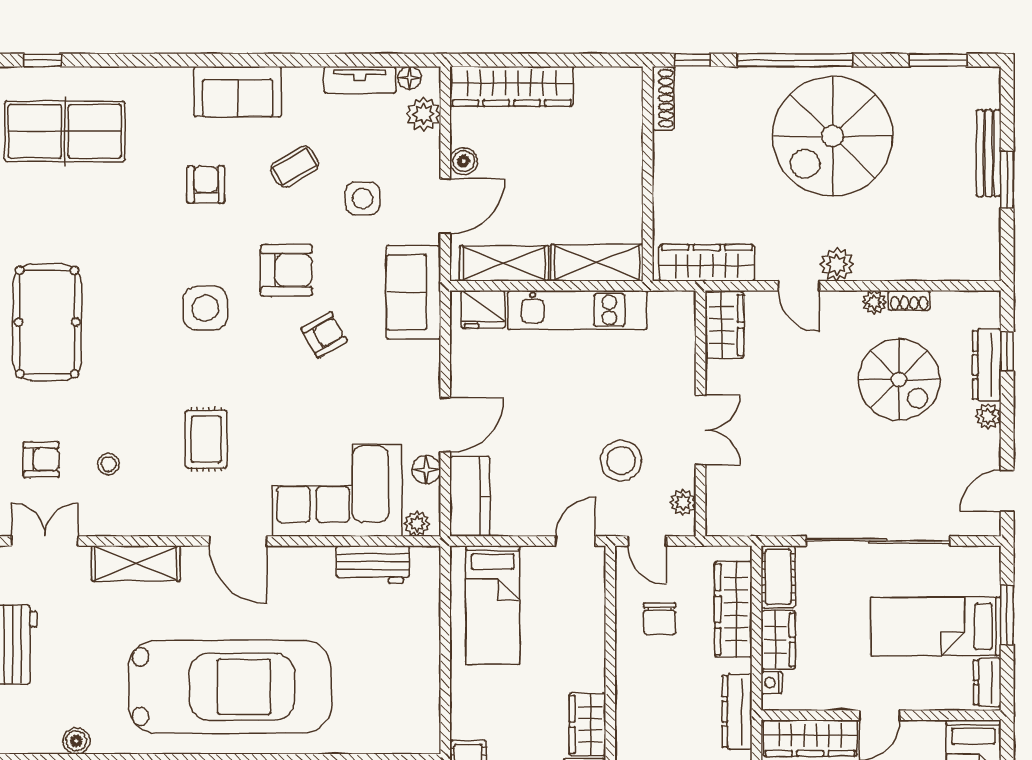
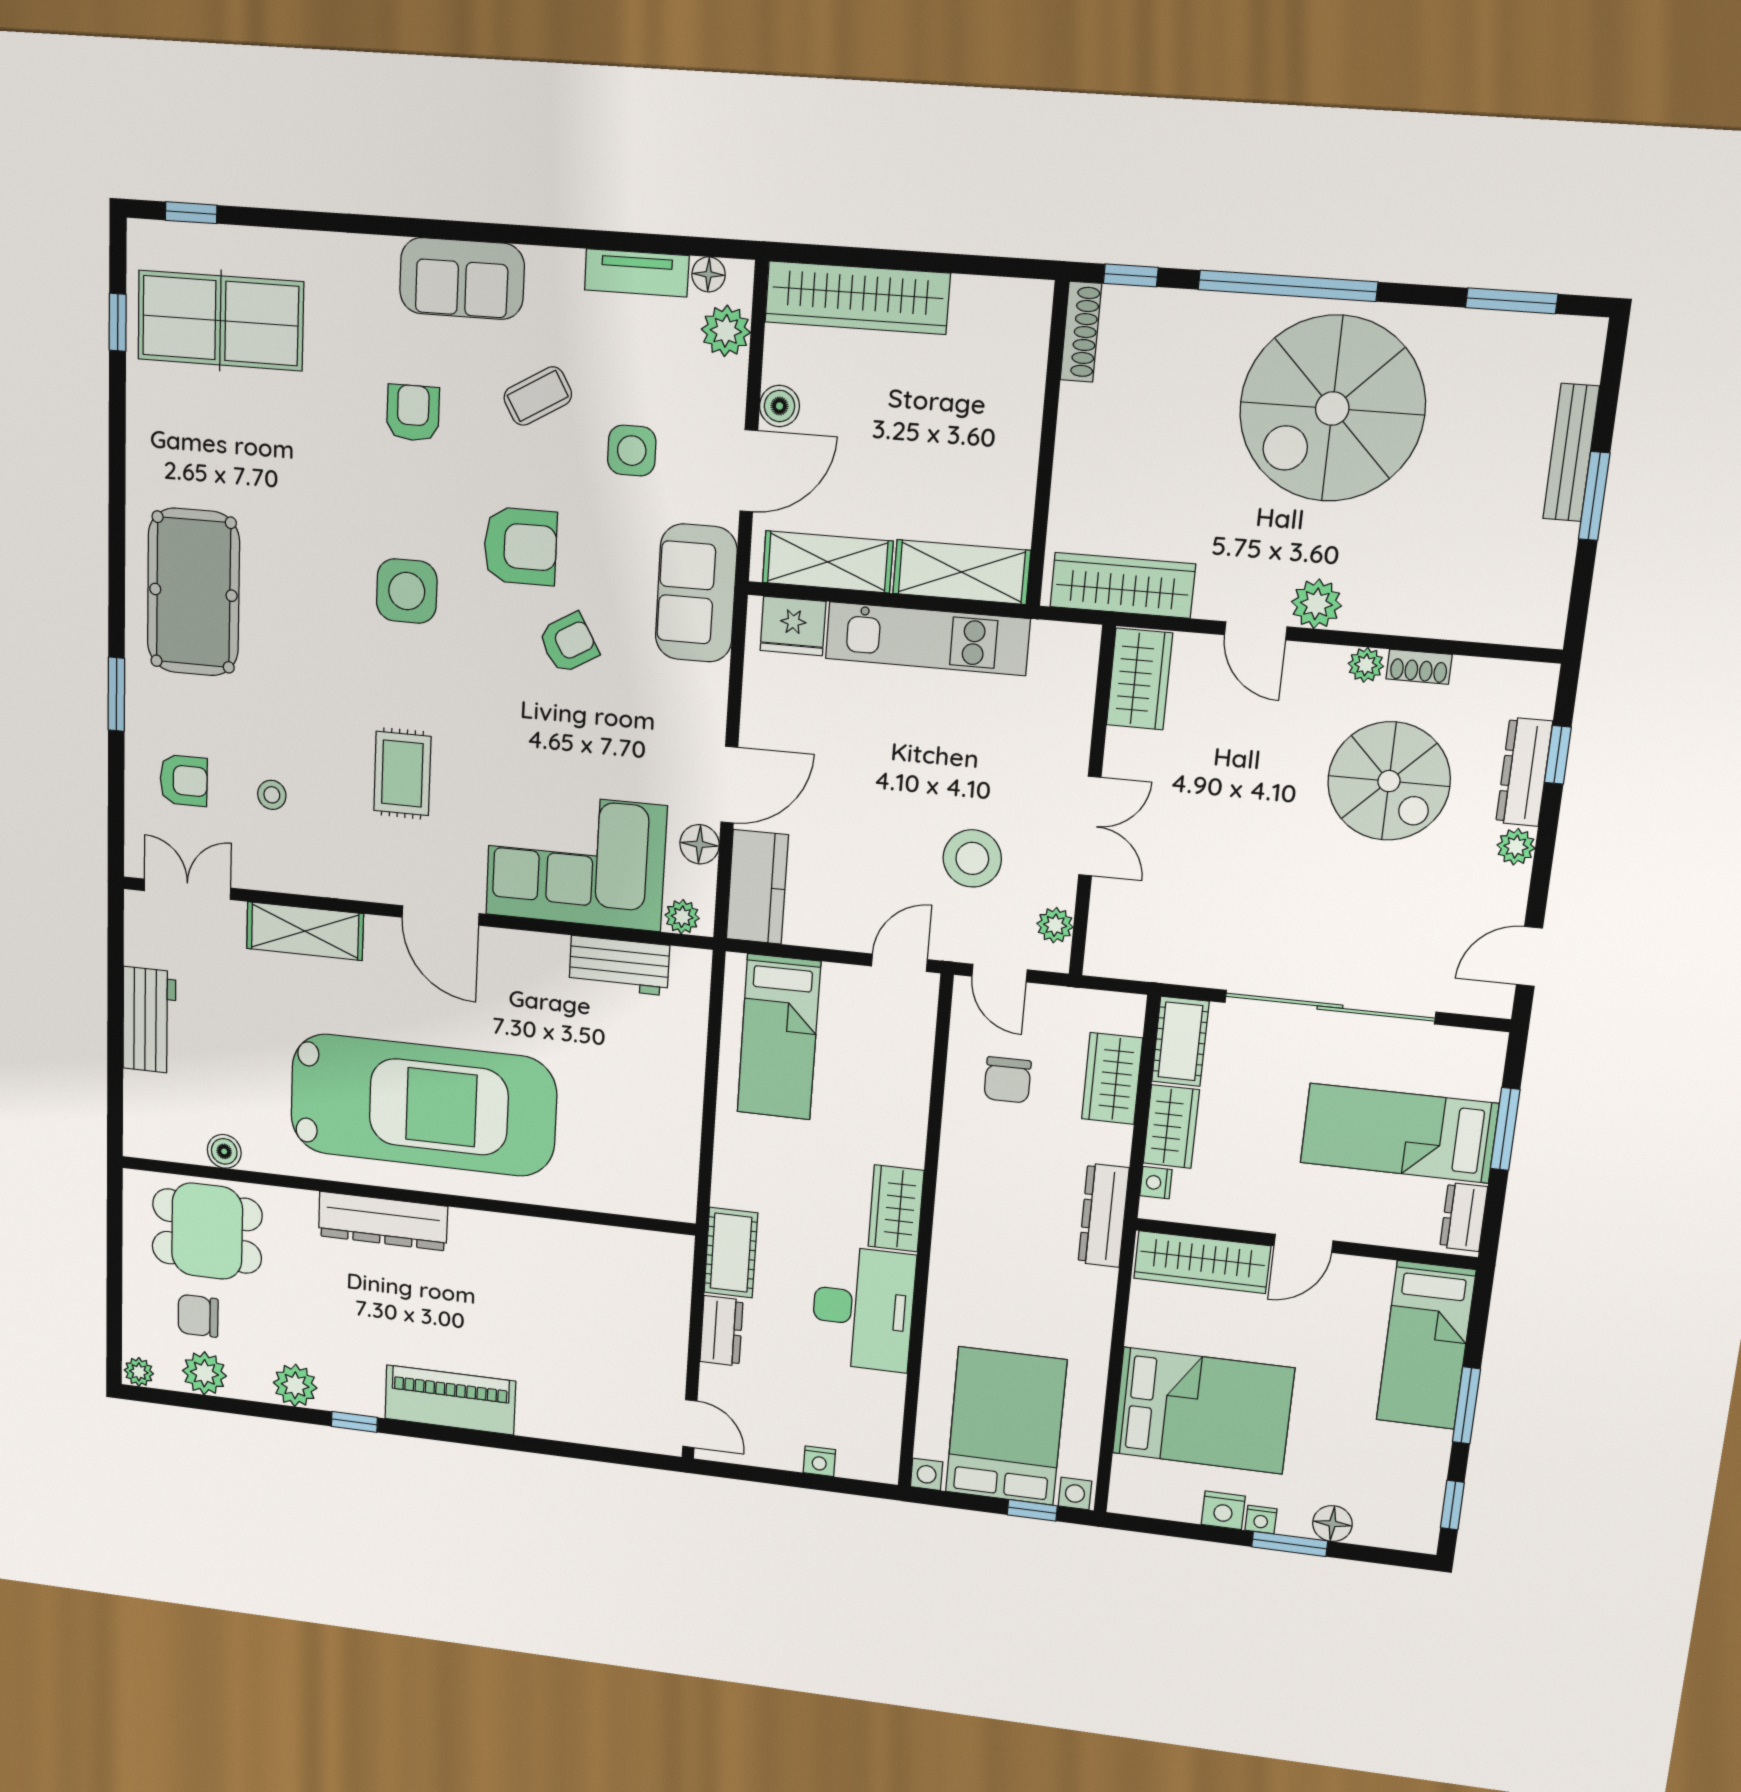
wardrobe: (733, 609) -> (1112, 1079), width x0.67

